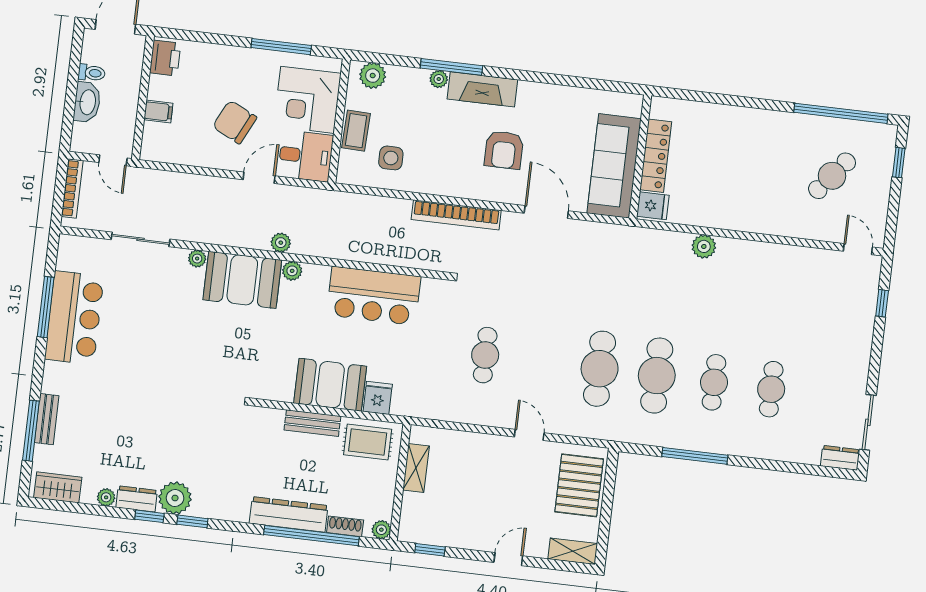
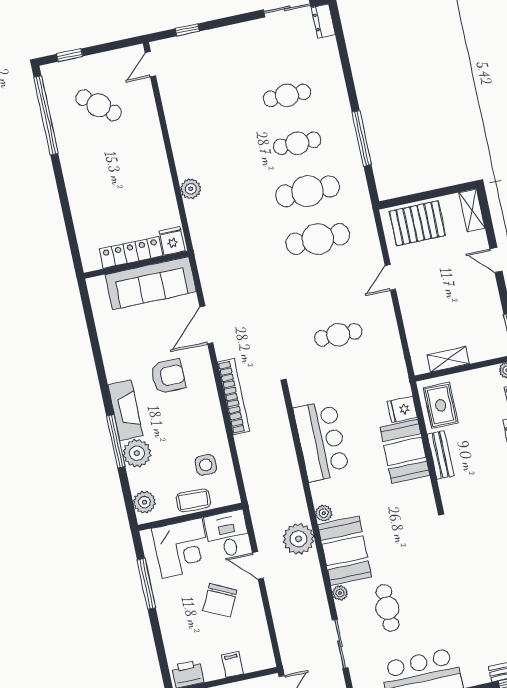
plant: (439, 79) -> (137, 453), width x1.88, depth x1.88
plant: (281, 243) -> (299, 539), width x1.88, depth x1.88
cafe table: (162, 306) -> (387, 608), added

